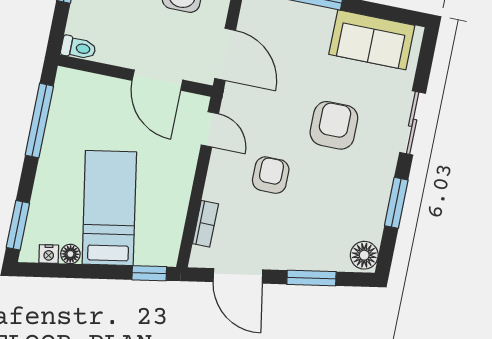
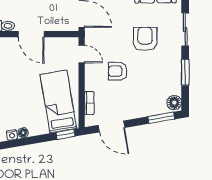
door: (157, 80) -> (31, 34), moved
armchair: (271, 175) -> (118, 71), turned -90
bed: (109, 208) -> (58, 102), moved
window: (311, 278) -> (161, 118), moved

